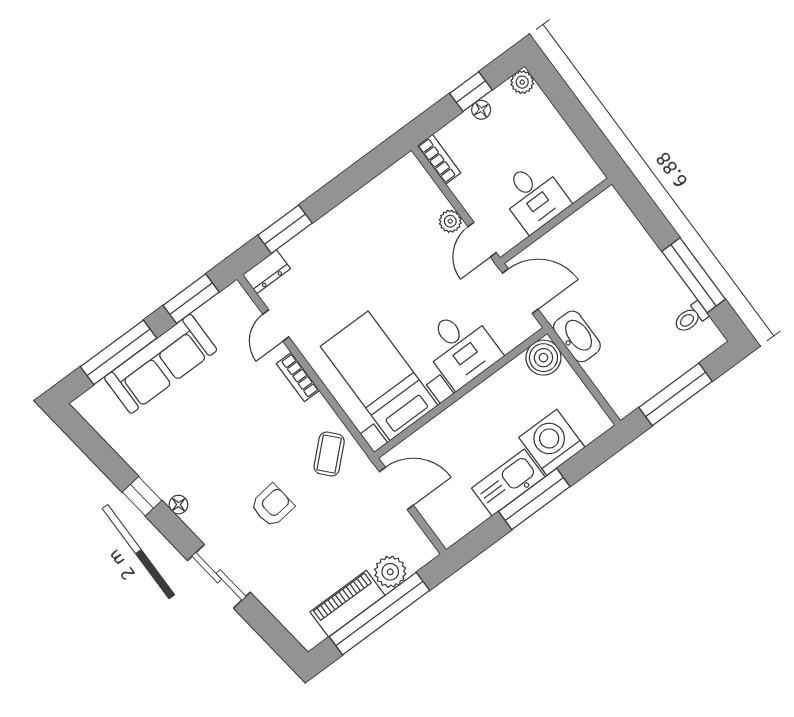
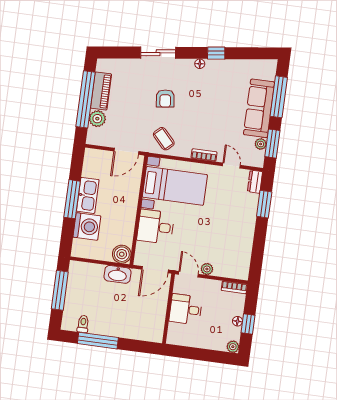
plant: (207, 314) -> (261, 144), added

